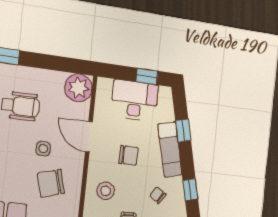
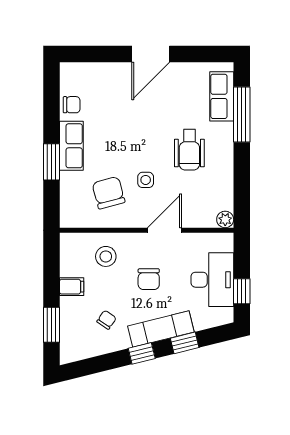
plant: (78, 88) -> (225, 219), width x0.53, depth x0.53
window: (190, 190) -> (142, 353), moved

